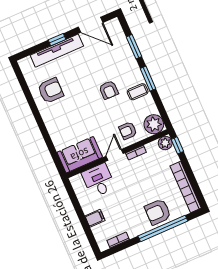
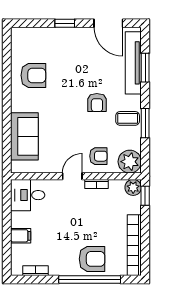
tv unit: (57, 51) -> (133, 63), moved, turned 90
window: (148, 79) -> (145, 123), moved
armchair: (128, 131) -> (98, 156), turned 180
sofa: (80, 155) -> (24, 136), moved, turned 90
desk: (98, 180) -> (28, 195), moved, turned -90
armchair: (158, 212) -> (92, 259), turned 180

